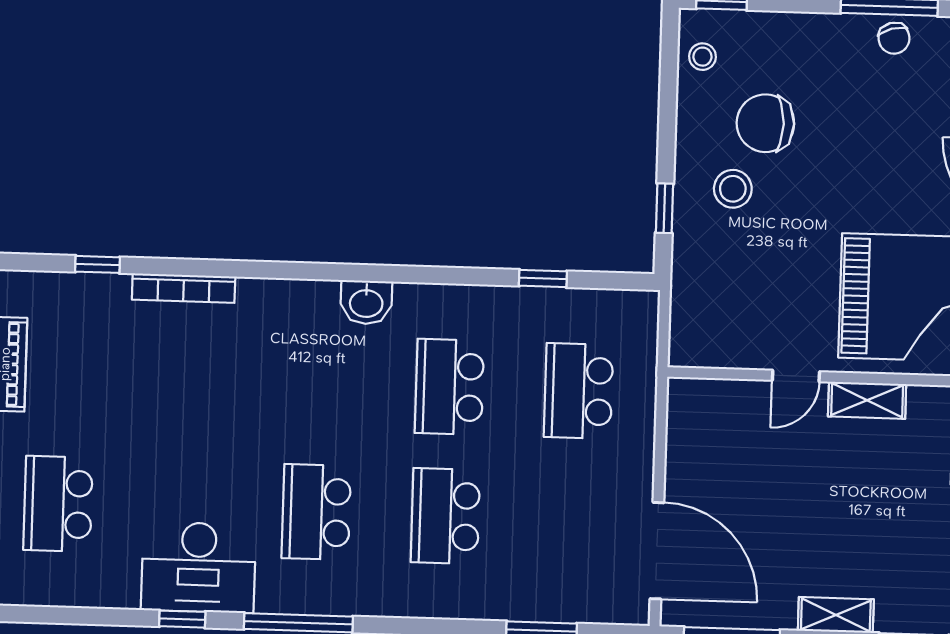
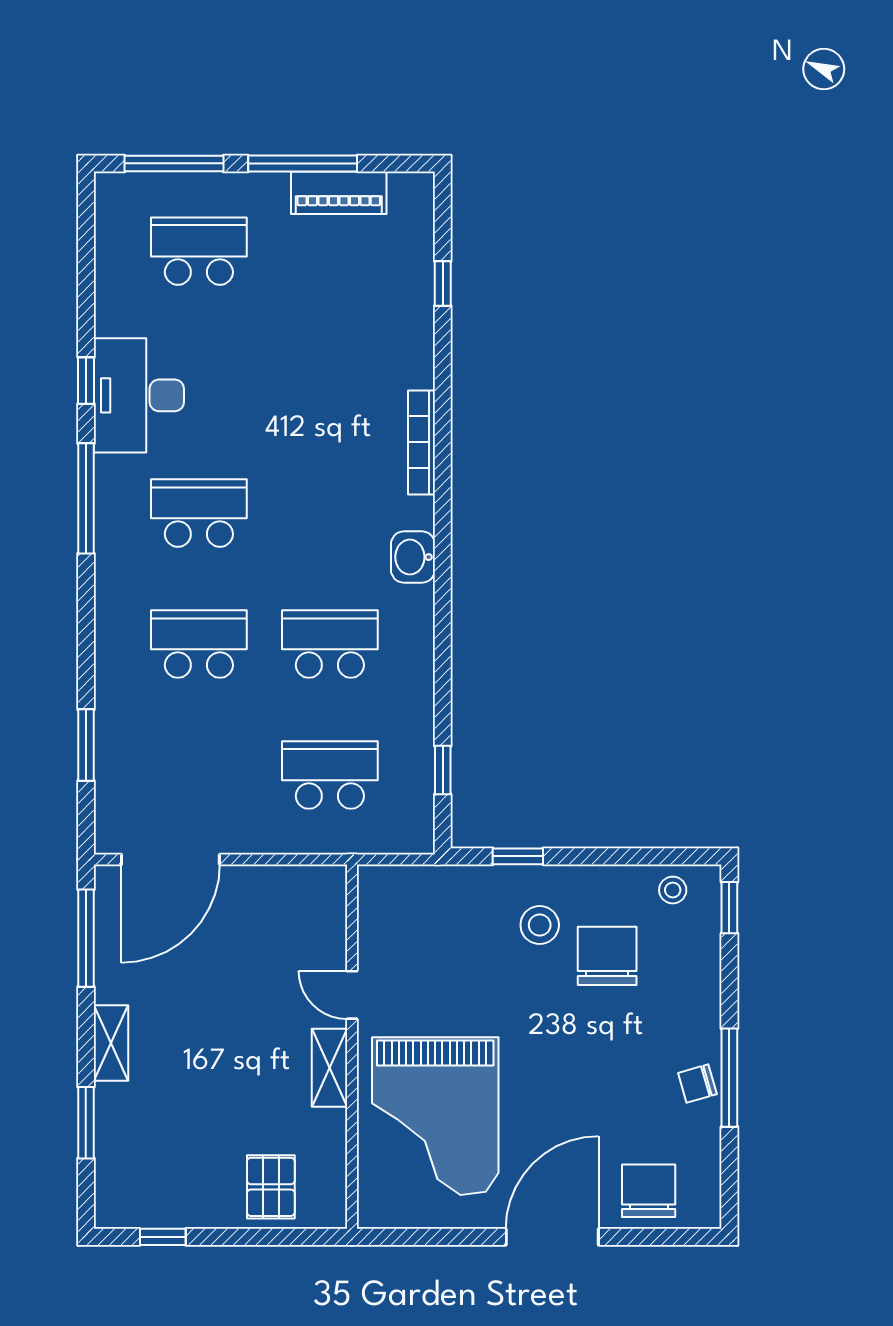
window: (543, 278) -> (443, 770), moved
bookcase: (184, 288) -> (421, 442), moved

